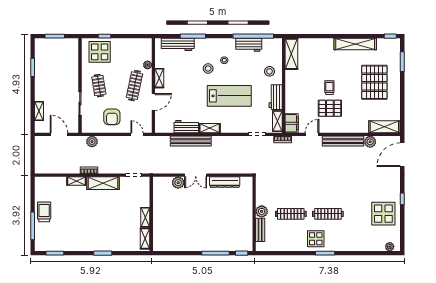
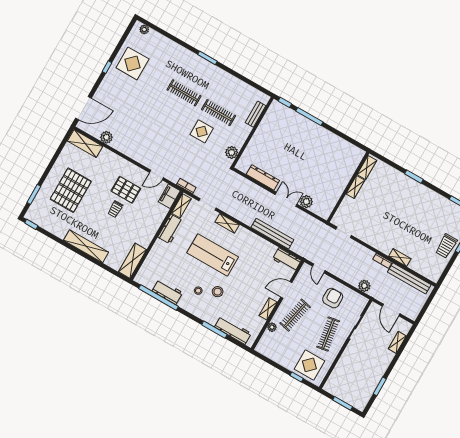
shelving: (355, 44) -> (86, 246), moved
stool: (270, 71) -> (162, 256), removed
clothes rail: (99, 86) -> (328, 334), width x1.36
workbench: (186, 127) -> (287, 260), moved
shelving: (210, 128) -> (227, 223), moved
bench: (343, 141) -> (409, 278), moved
shelving: (103, 183) -> (376, 241), removed
plant: (262, 211) -> (232, 152), moved
display table: (316, 239) -> (202, 131), moved

